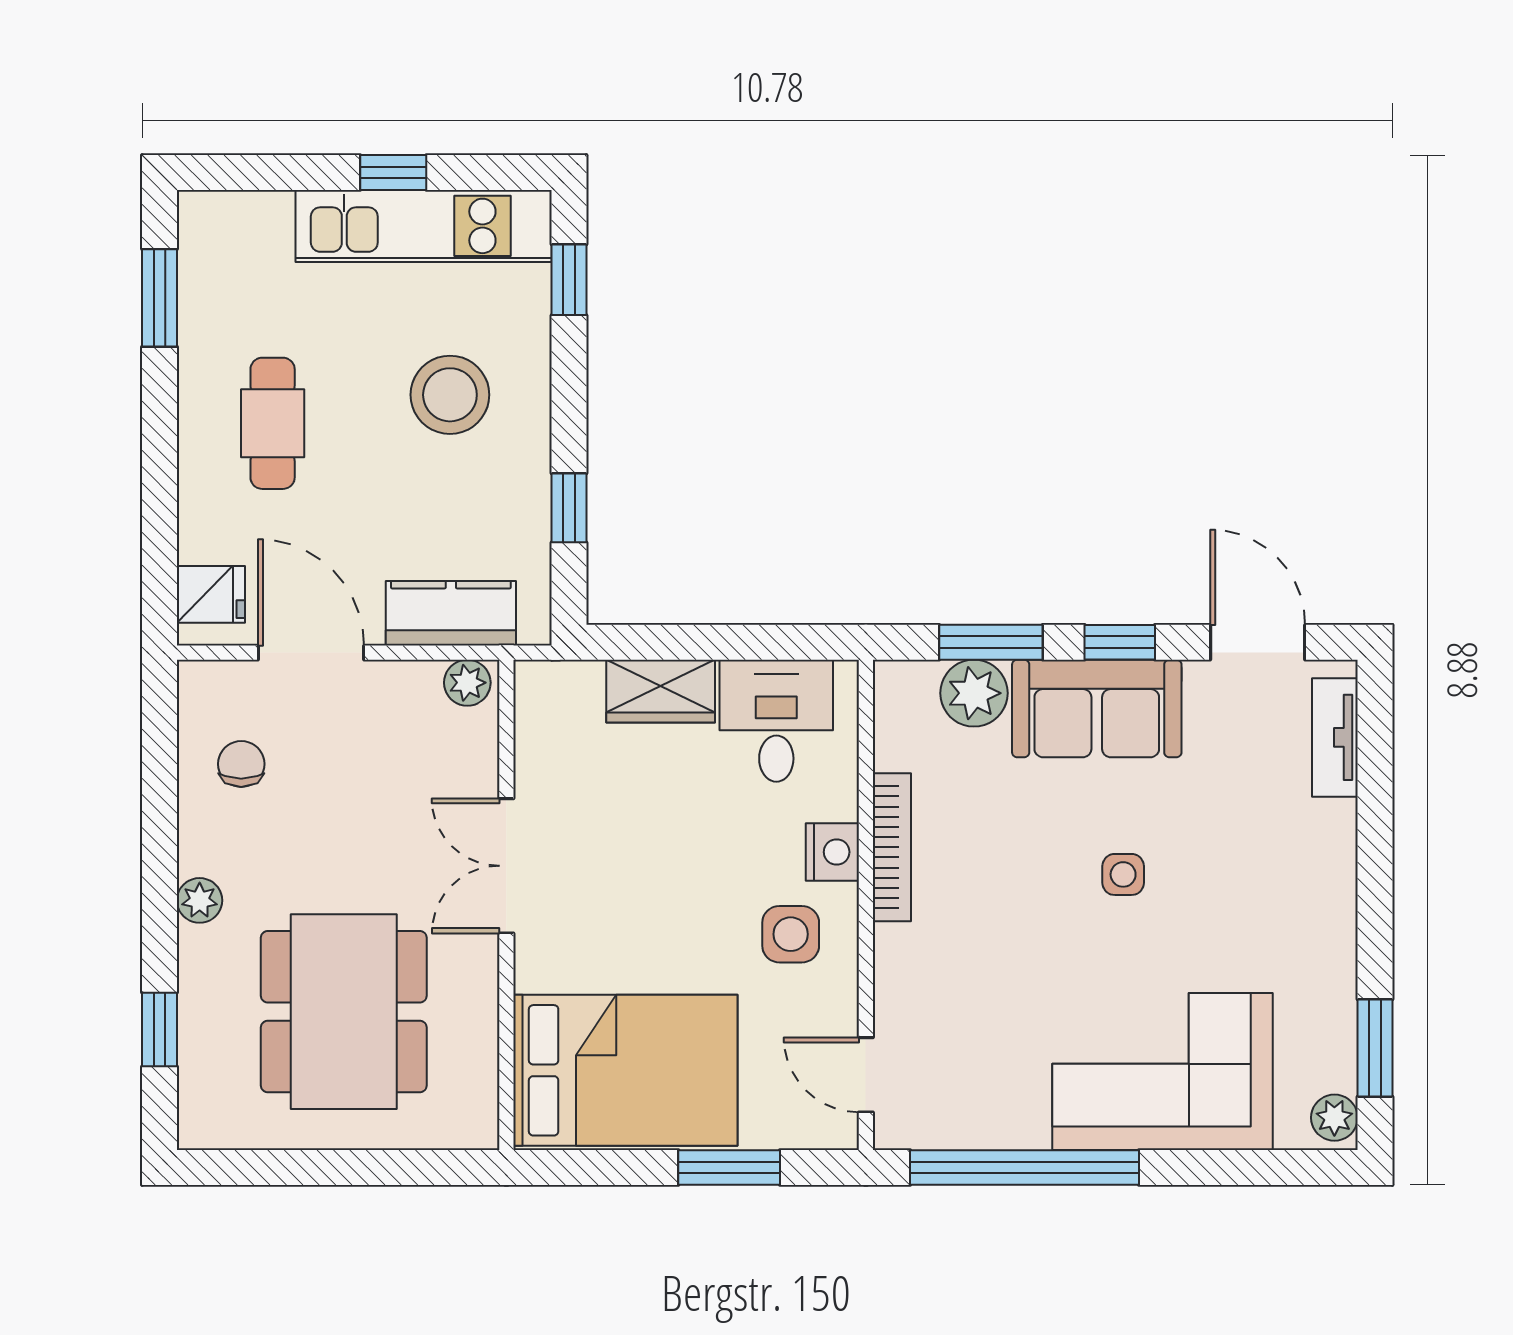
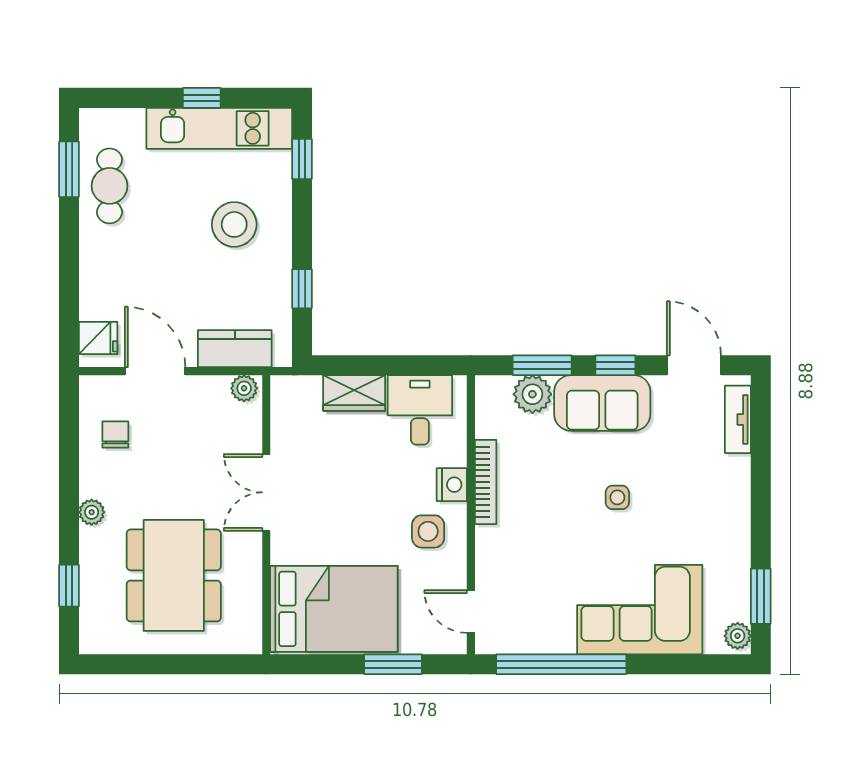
cafe table: (273, 423) -> (110, 186), moved

